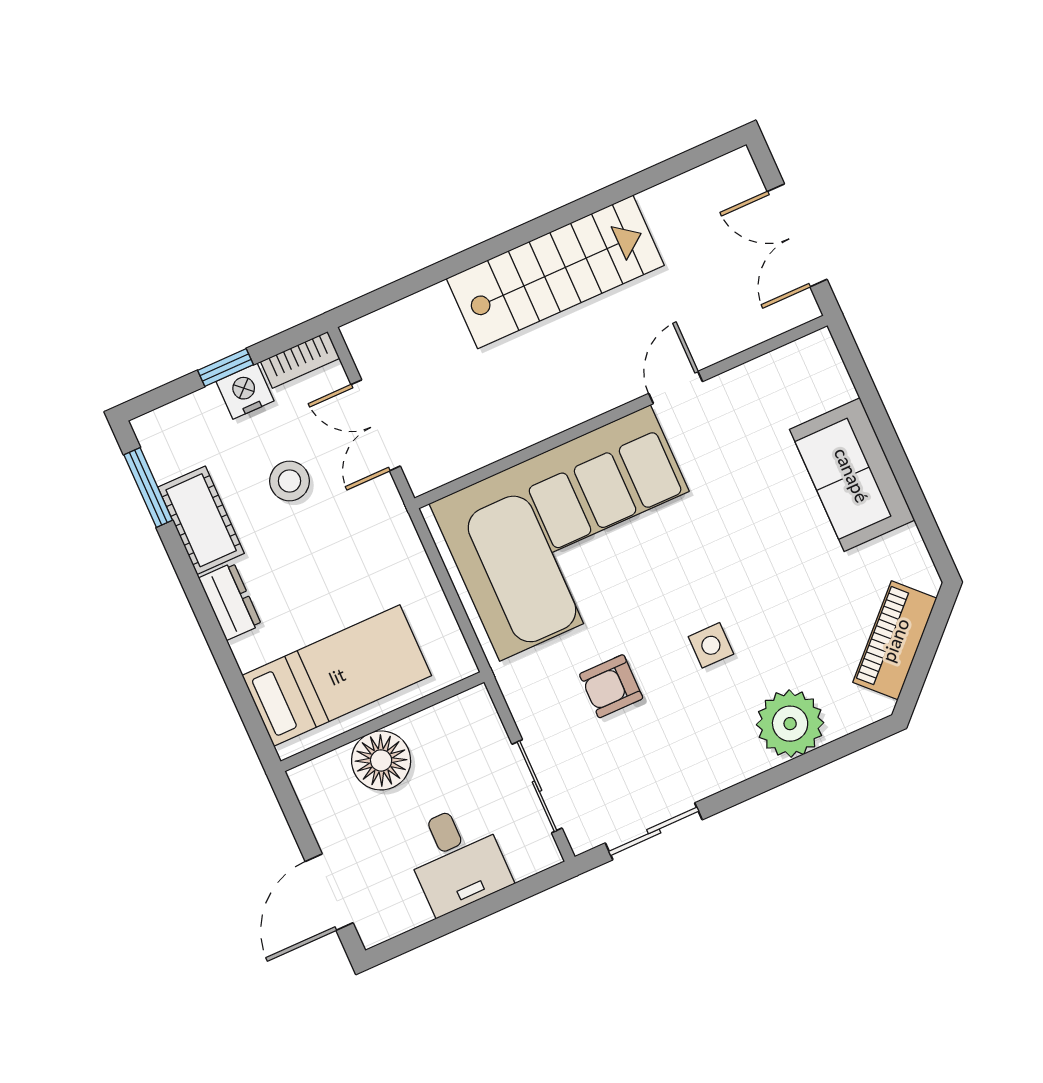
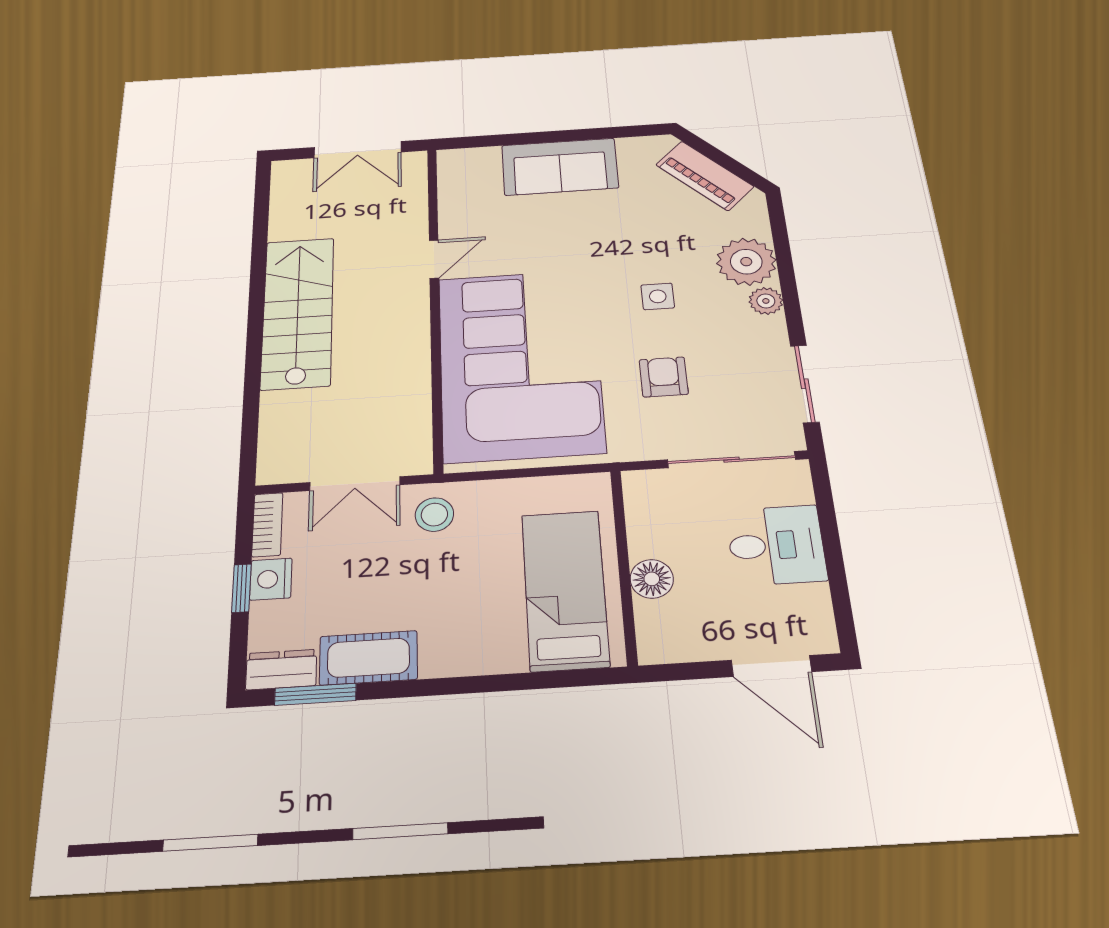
door: (676, 387) -> (434, 259), swing flipped
stool: (290, 481) -> (434, 515), moved
dresser: (230, 601) -> (281, 670), moved
armchair: (611, 686) -> (664, 377), turned 180
floor lamp: (381, 760) -> (652, 579), width x0.73, depth x0.73
plant: (745, 760) -> (766, 301), added
sliding door: (537, 786) -> (732, 460), width x1.37

